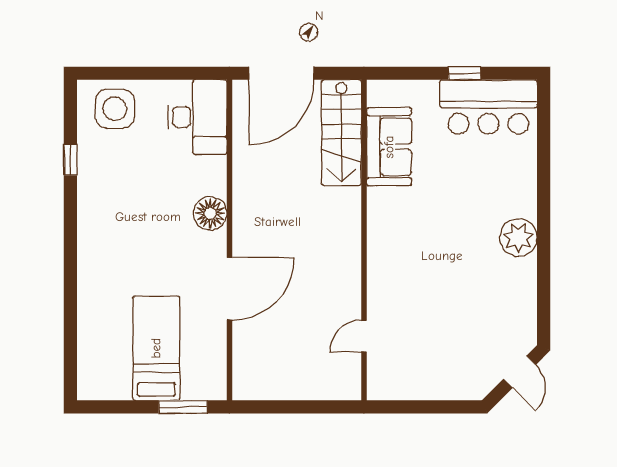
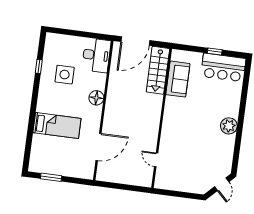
side table: (115, 109) -> (65, 75), moved
door: (229, 289) -> (98, 147), moved
door: (364, 336) -> (156, 160), hinge flipped
bed: (156, 348) -> (57, 126), moved, turned 90
window: (183, 407) -> (51, 177), moved

